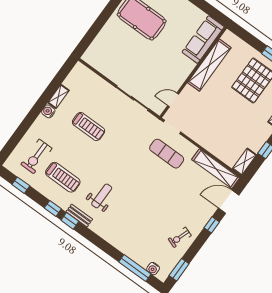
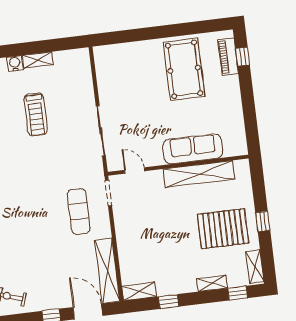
sofa: (203, 39) -> (193, 149), moved

